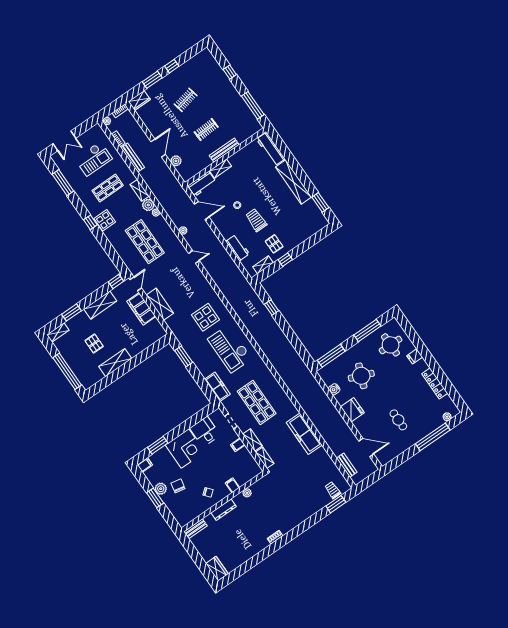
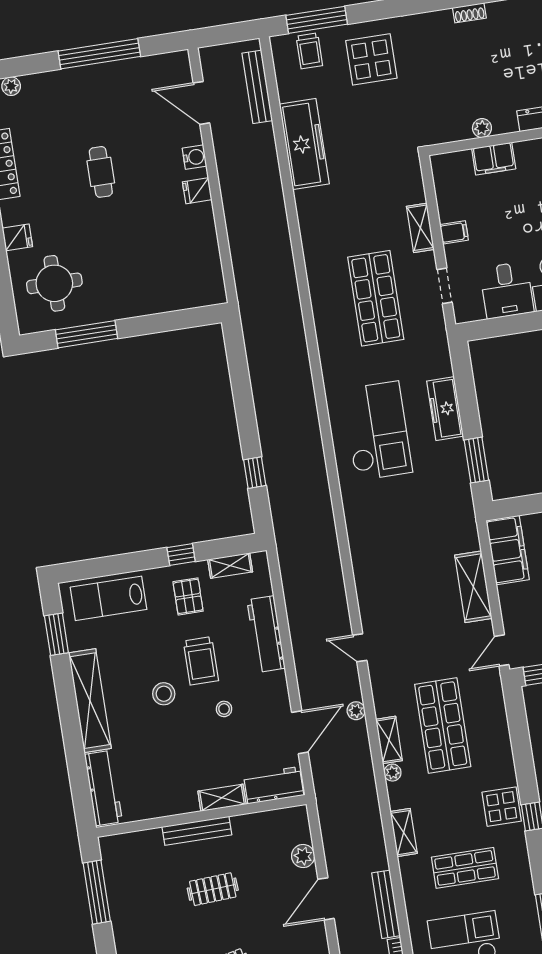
stool: (265, 199) -> (164, 694), added
plant: (148, 205) -> (401, 795), removed
door: (202, 211) -> (300, 732), swing flipped
lab bench: (306, 227) -> (109, 598), added
workbench: (237, 248) -> (266, 634), width x1.38
filing cabinet: (141, 309) -> (508, 550), moved
display table: (205, 317) -> (371, 59), moved
window: (331, 356) -> (182, 319), removed
round table: (361, 376) -> (142, 250), removed
freezer: (217, 387) -> (445, 409), moved
water cooler: (334, 389) -> (194, 157), moved
fridge: (352, 410) -> (197, 191), width x0.53, depth x0.75
cafe table: (398, 420) -> (101, 172), moved
freezer: (304, 434) -> (304, 144), moved
window: (433, 437) -> (99, 54), moved
shelving: (265, 458) -> (389, 740), moved
bench: (347, 465) -> (257, 87), width x1.36
filing cabinet: (232, 485) -> (494, 159), width x2.00
window: (336, 504) -> (317, 20), width x1.44

